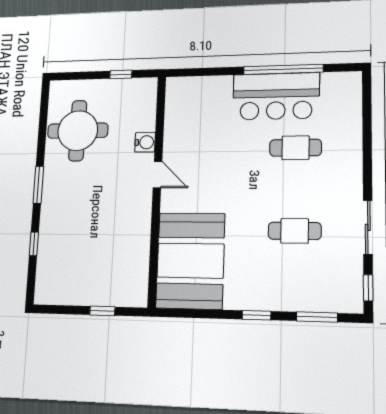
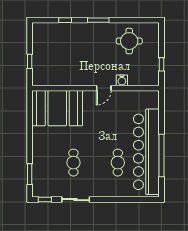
bar counter: (276, 96) -> (146, 152), width x1.86
round table: (78, 131) -> (129, 41), width x0.73, depth x0.73
window: (257, 315) -> (30, 144), removed

